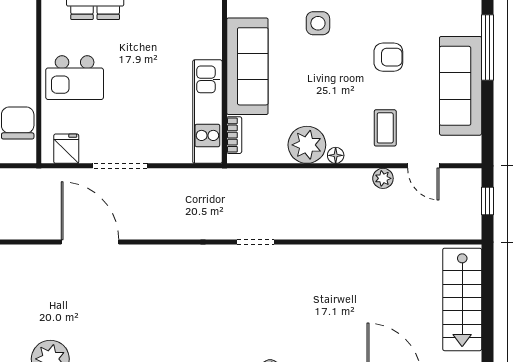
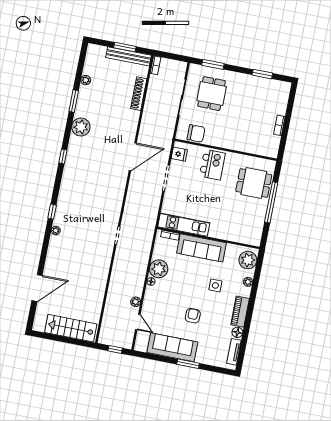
window: (488, 48) -> (188, 364), width x0.69
armchair: (388, 57) -> (193, 316), turned 180
kitchen island: (75, 78) -> (212, 165), turned 180
coffee table: (385, 128) -> (159, 308), removed
door: (423, 166) -> (138, 322), swing flipped

